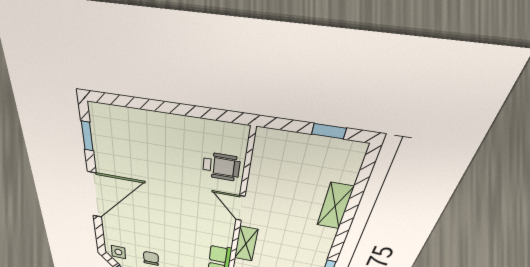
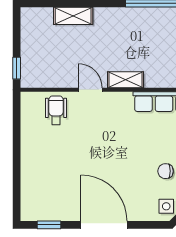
window: (329, 131) -> (17, 68), moved
door: (240, 208) -> (90, 90), swing flipped

